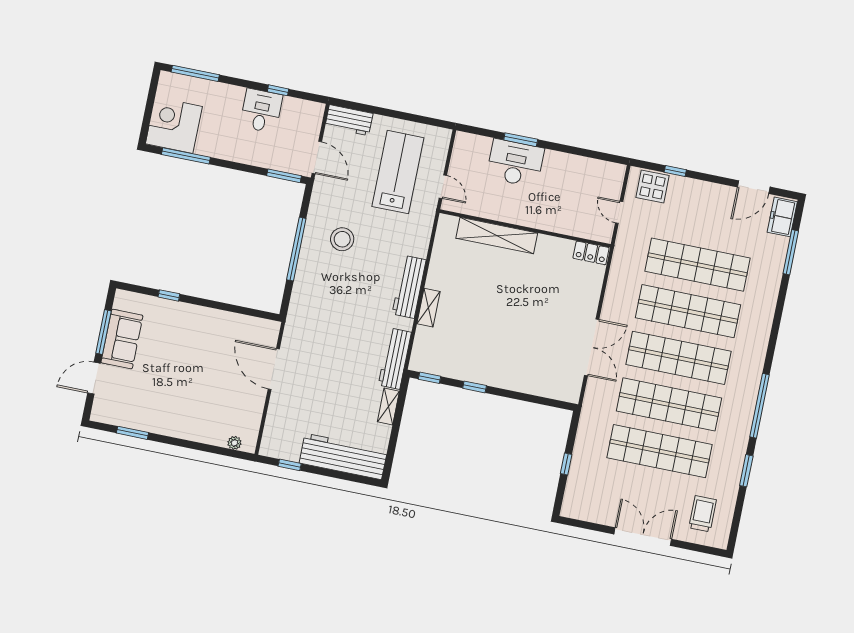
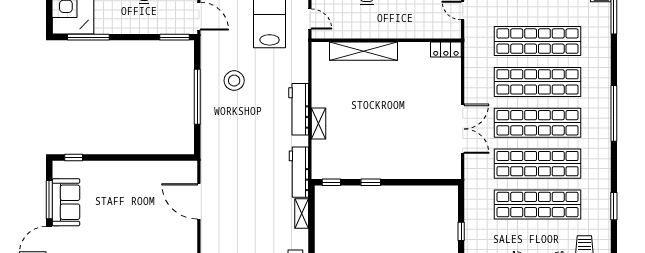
window: (169, 295) -> (74, 157), moved
window: (760, 406) -> (614, 113), moved

